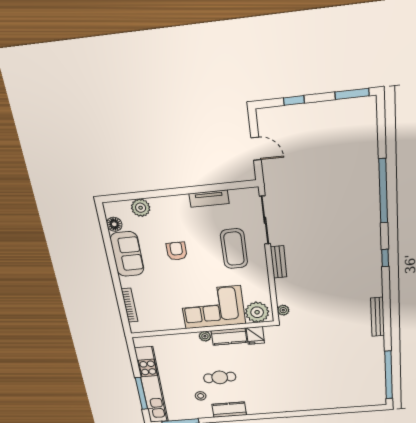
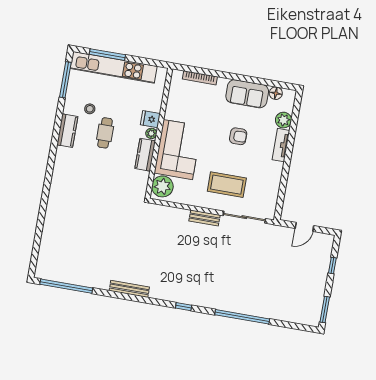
tv unit: (209, 199) -> (281, 145), moved
plant: (283, 310) -> (158, 210), removed
fridge: (255, 335) -> (150, 119), moved

